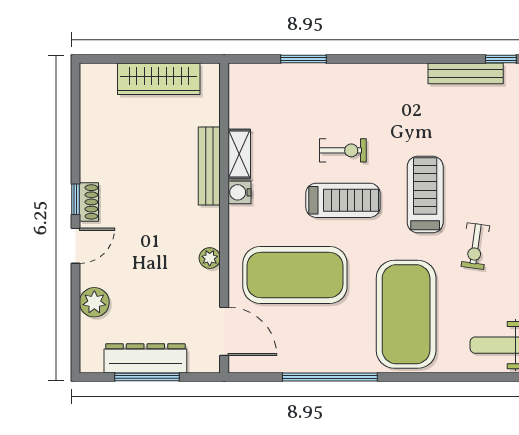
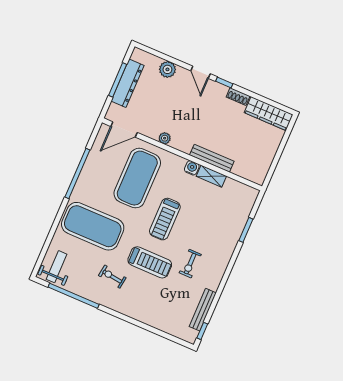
wardrobe: (159, 79) -> (269, 114), moved, turned -90
exercise bike: (343, 150) -> (190, 264), moved
shoe rack: (89, 202) -> (238, 97), moved

